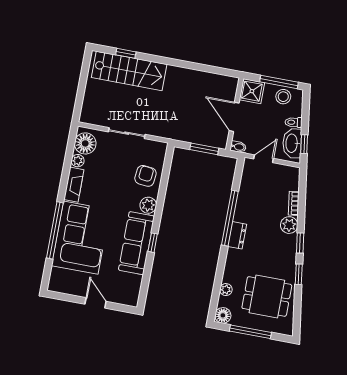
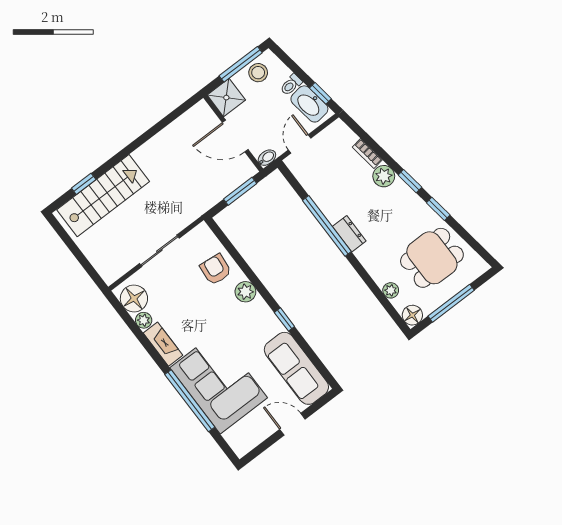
sofa: (136, 243) -> (296, 368), moved

